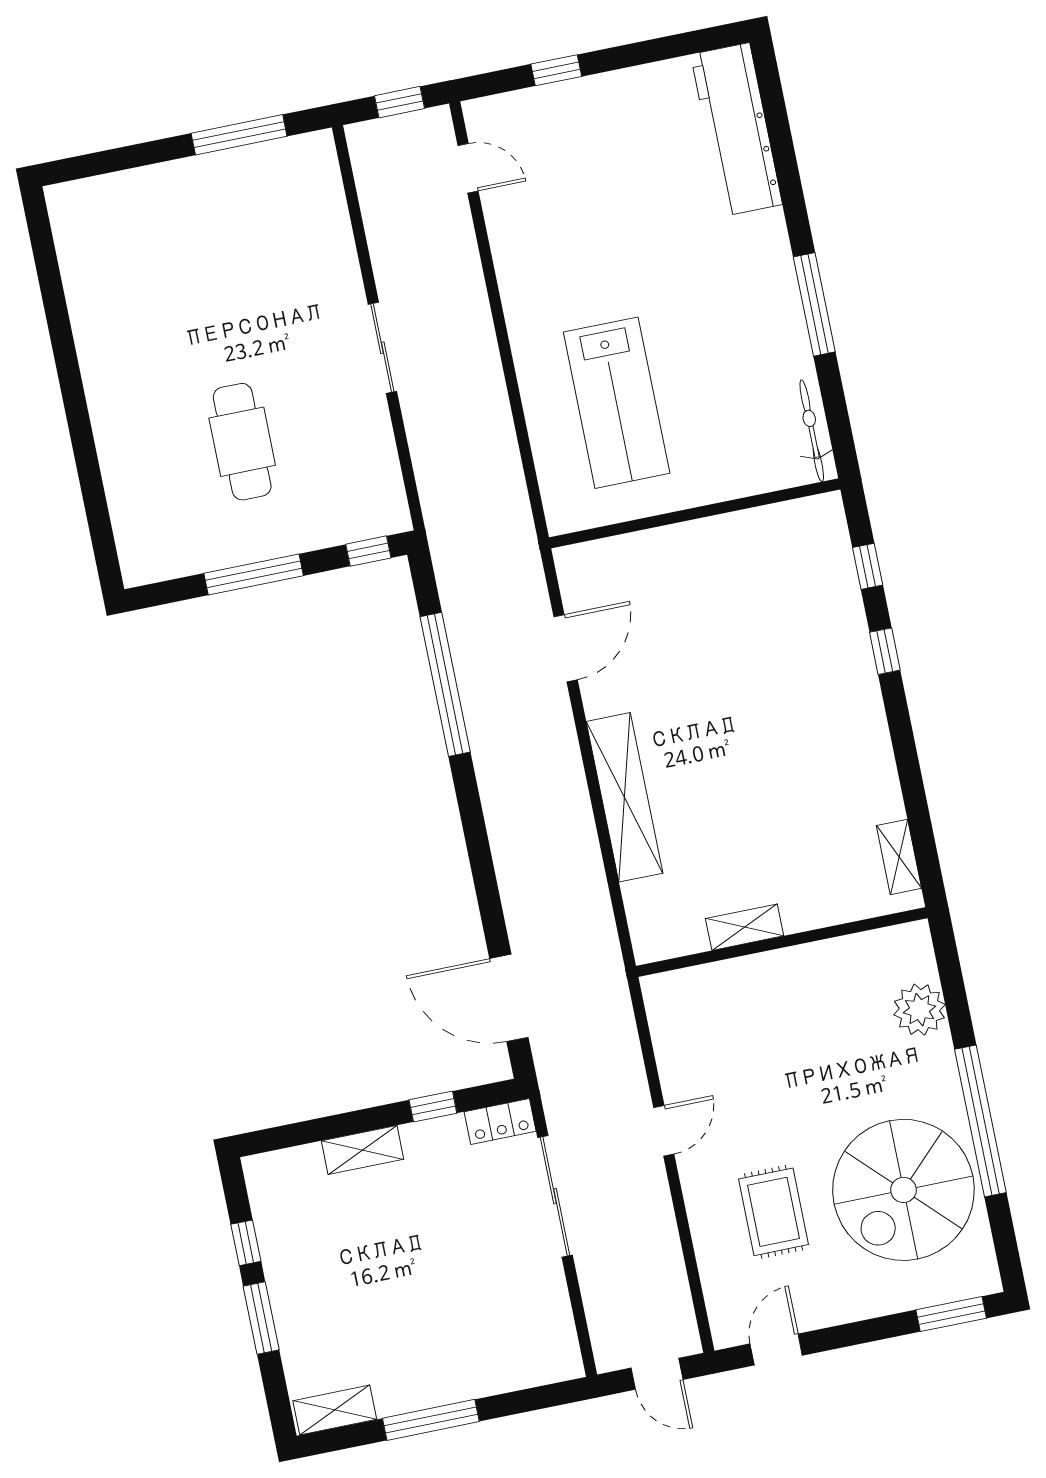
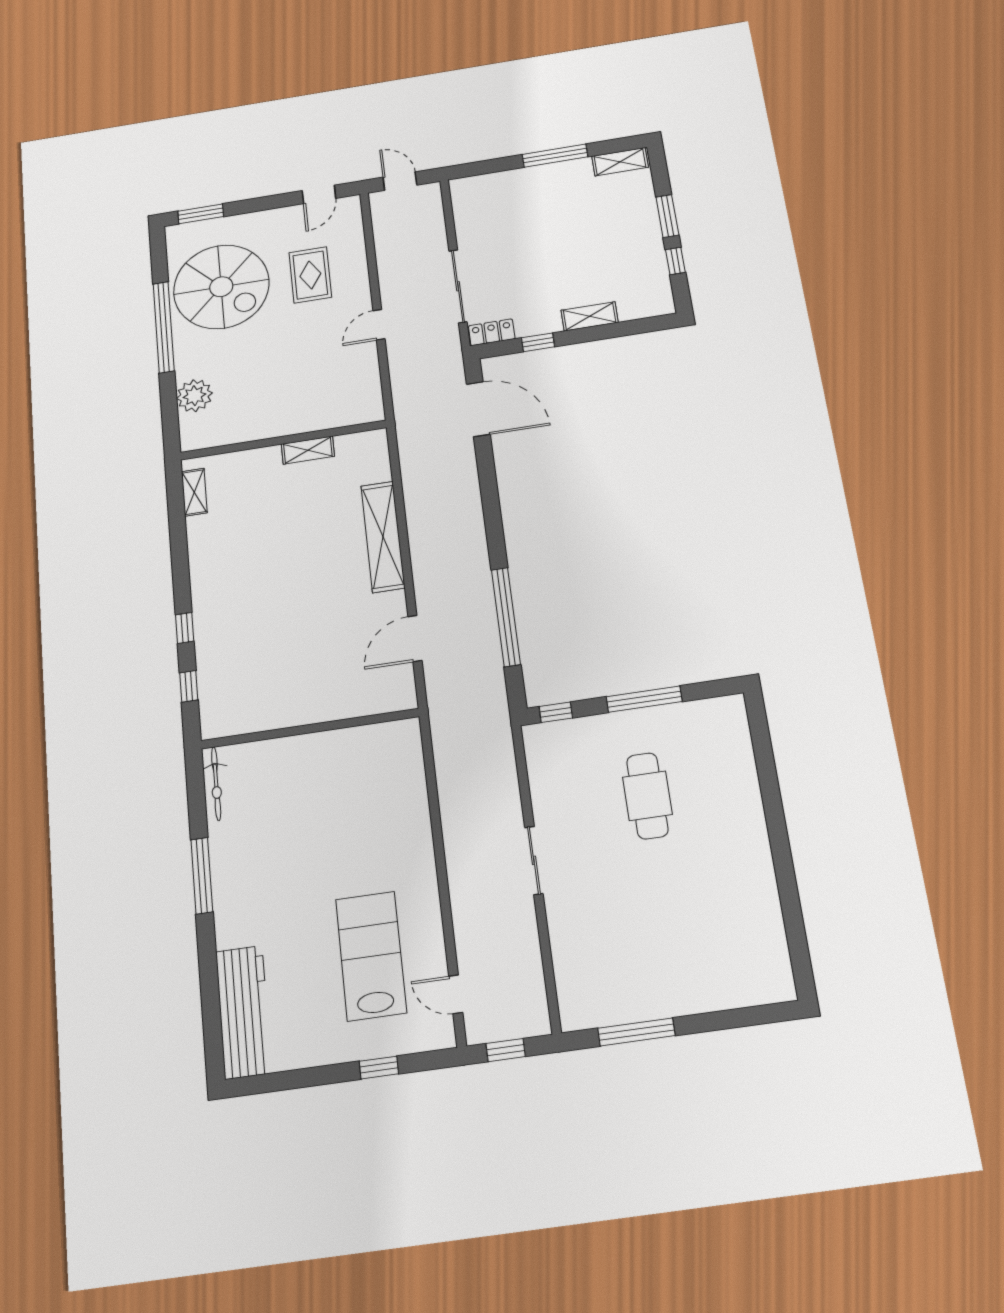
lab bench: (617, 403) -> (371, 956), moved
spiral stairs: (903, 1190) -> (221, 287), turned 90

